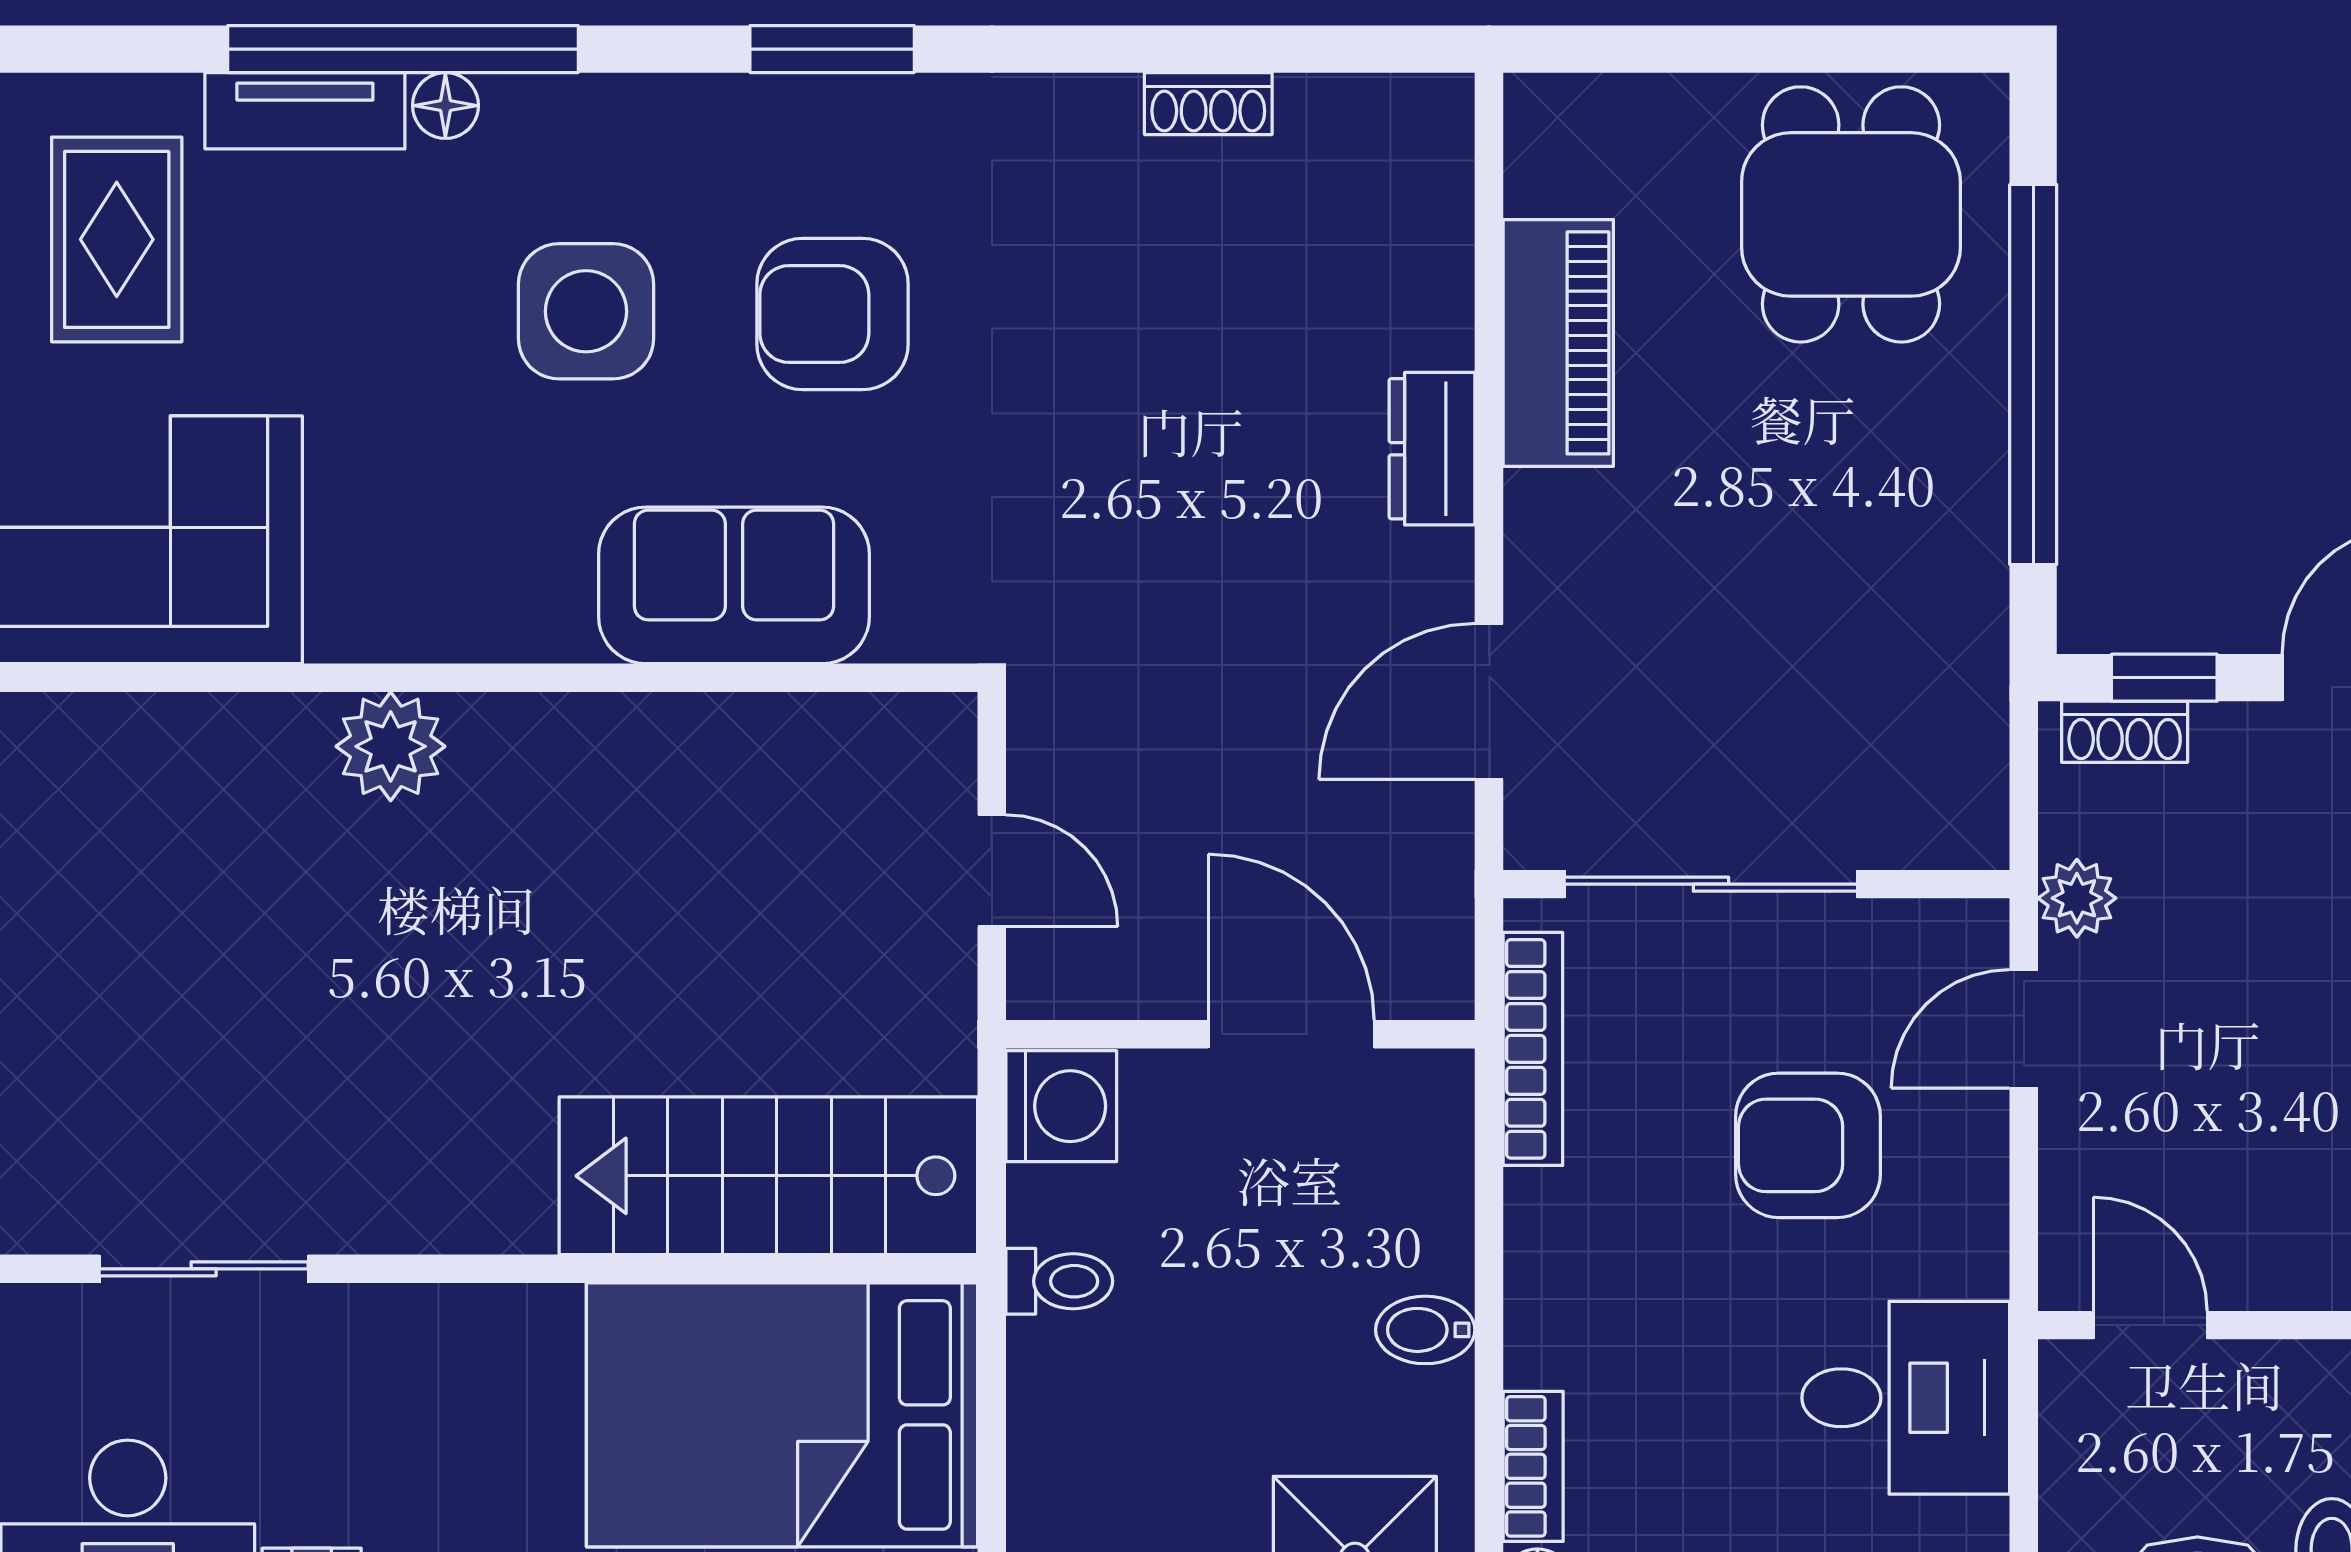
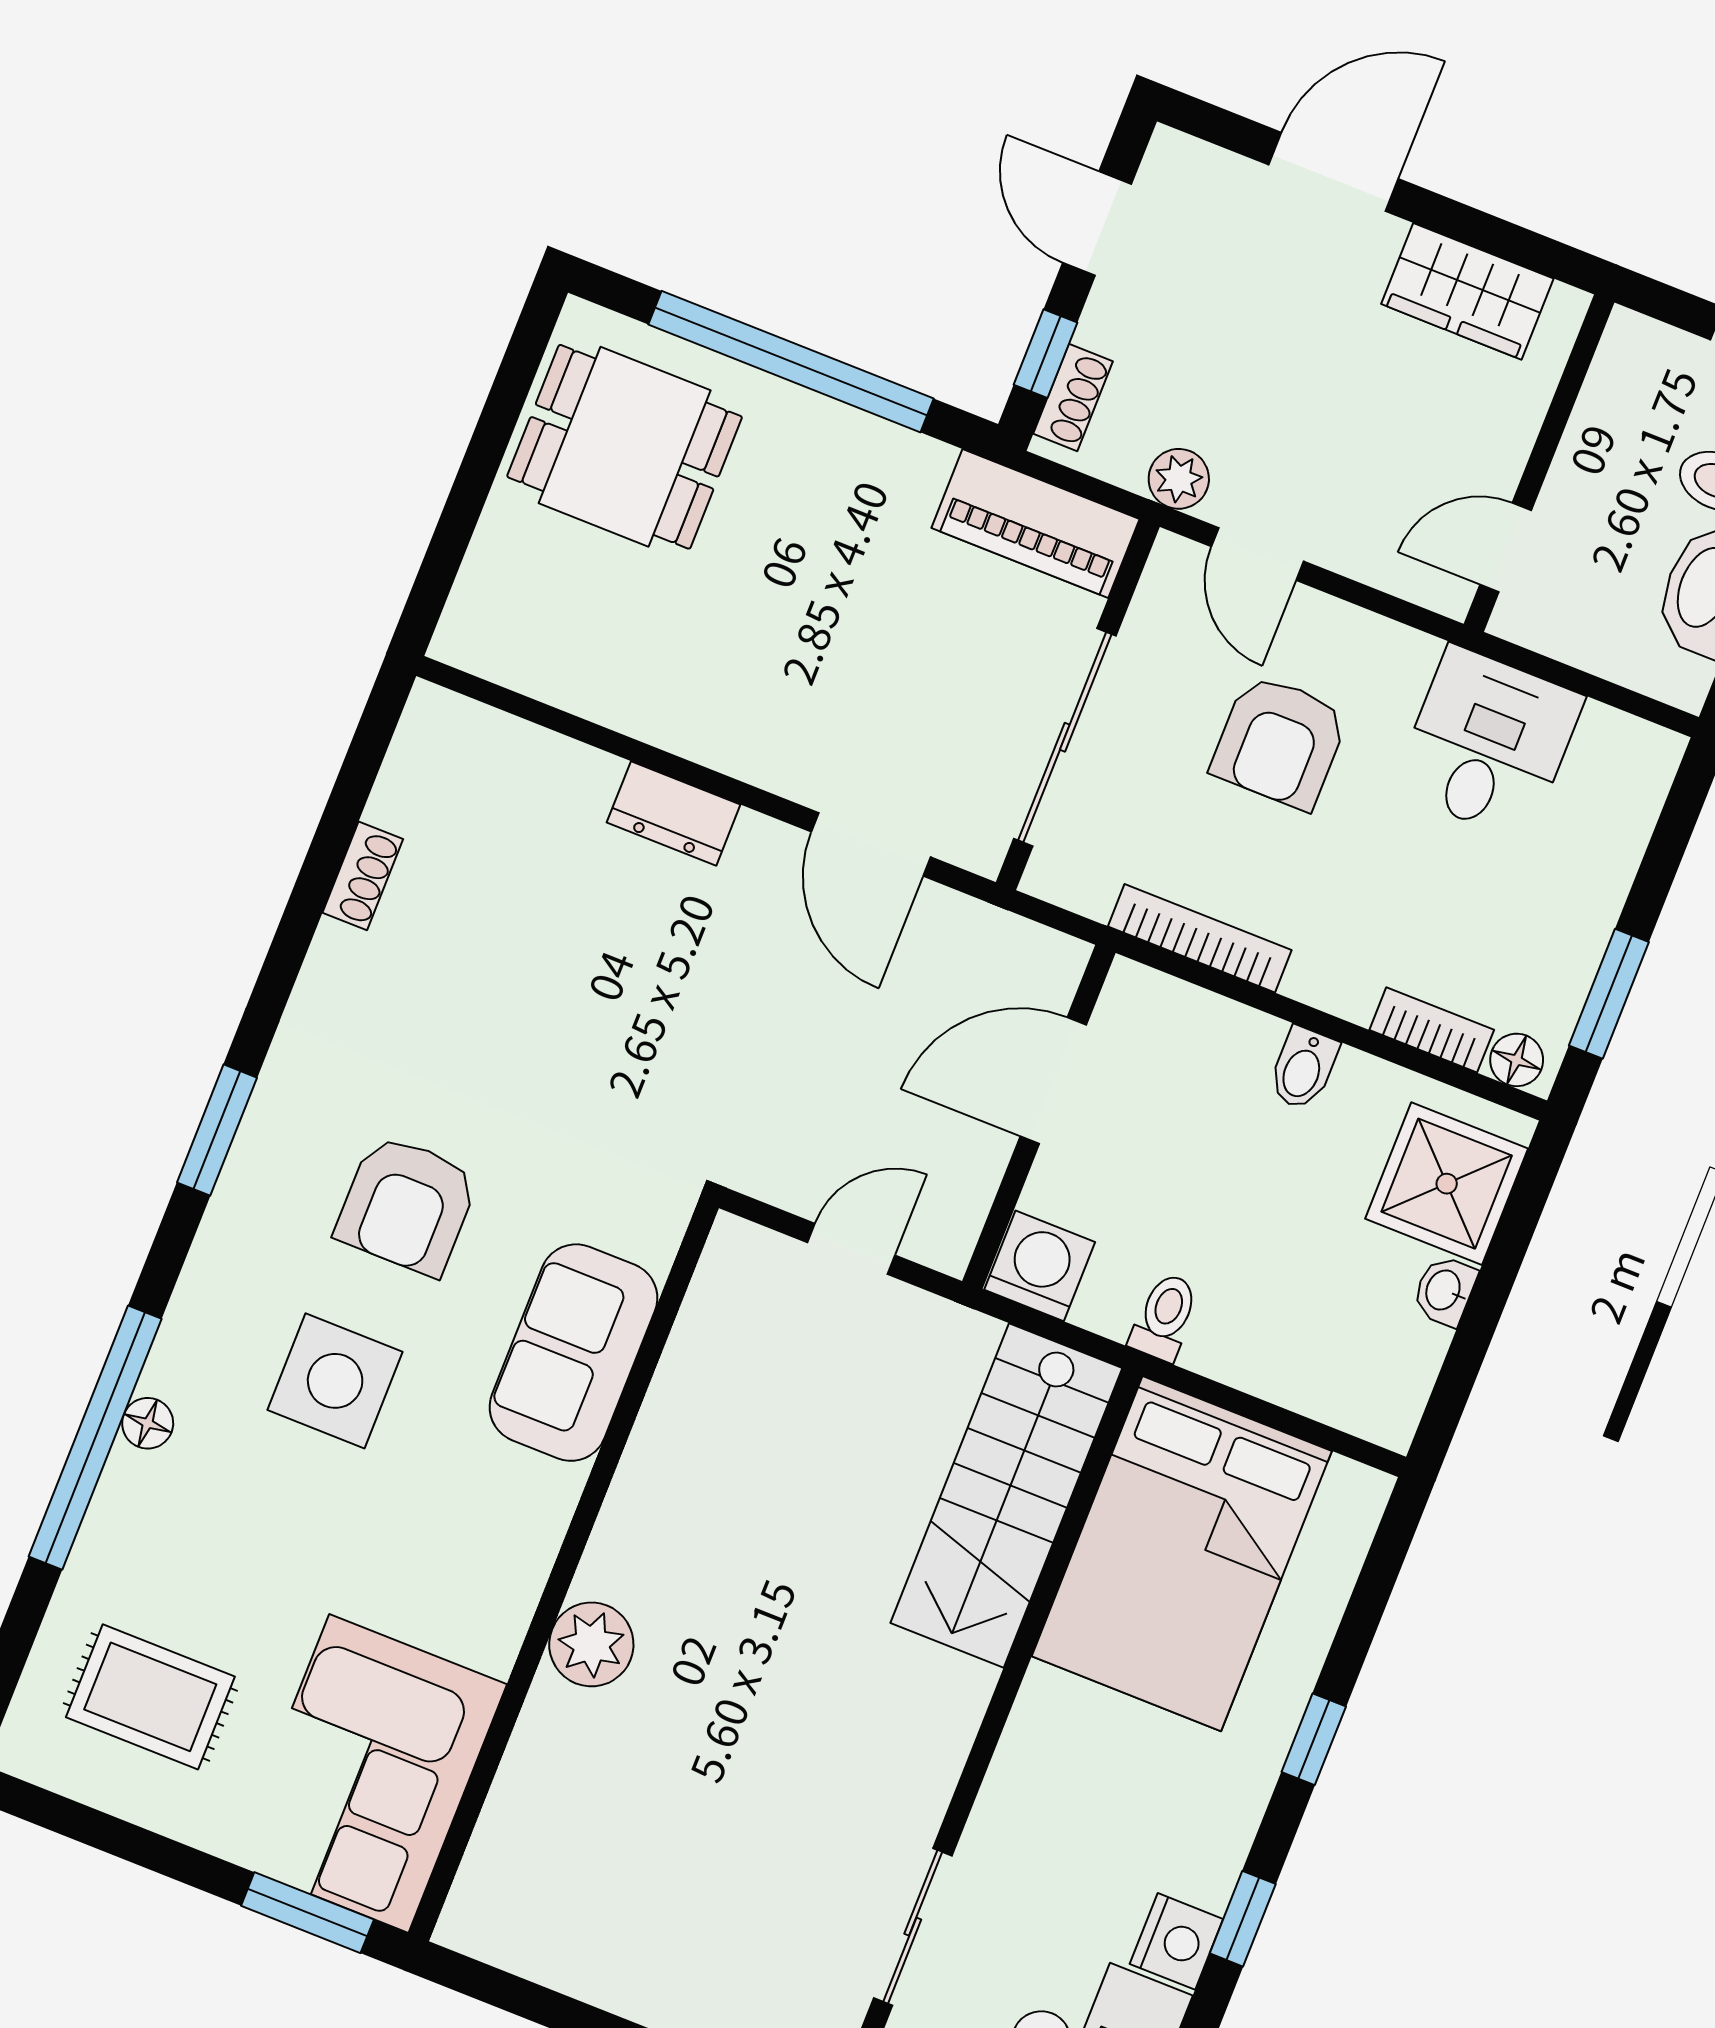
tv unit: (305, 111) -> (112, 1525), removed
piano: (1558, 343) -> (1035, 524), moved, turned 180
bookcase: (1533, 1049) -> (1200, 938), moved

